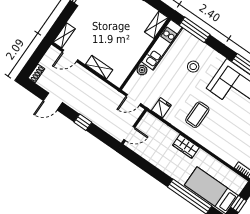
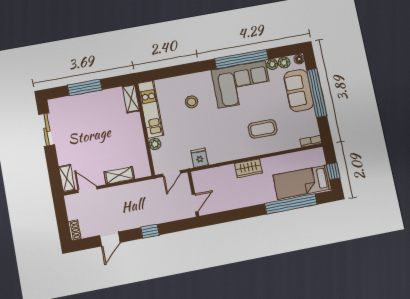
window: (195, 30) -> (164, 73), removed
door: (70, 56) -> (87, 190), swing flipped
coffee table: (197, 115) -> (263, 129), moved, turned 90

